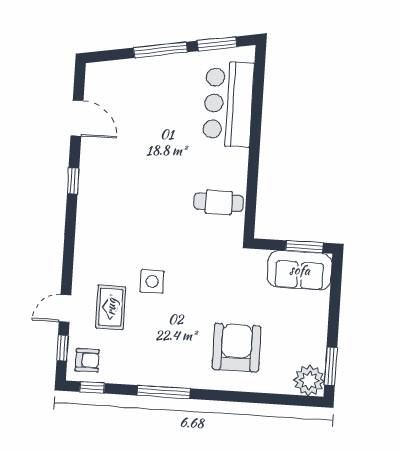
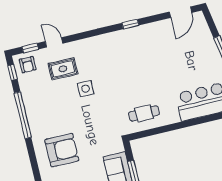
door: (77, 118) -> (181, 12), moved
cafe table: (219, 202) -> (144, 113), turned 90
window: (164, 392) -> (23, 115), width x1.46

